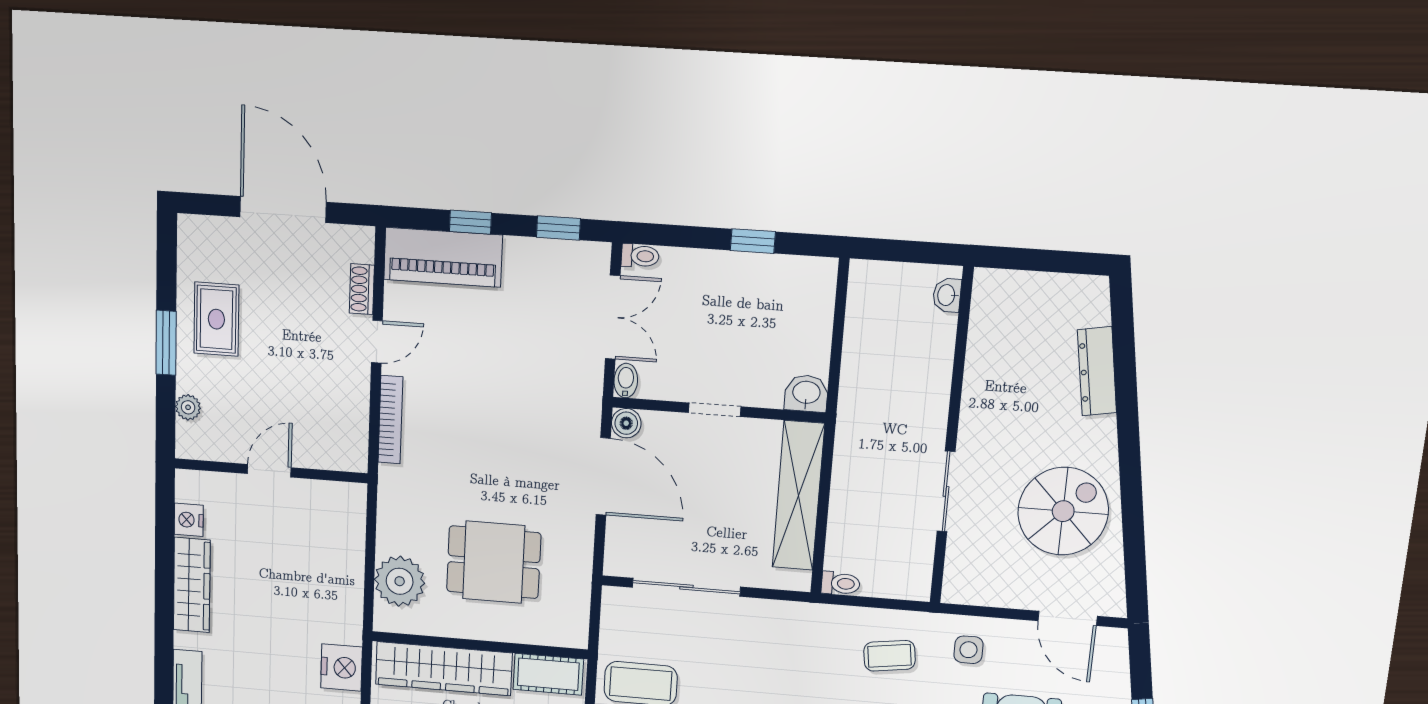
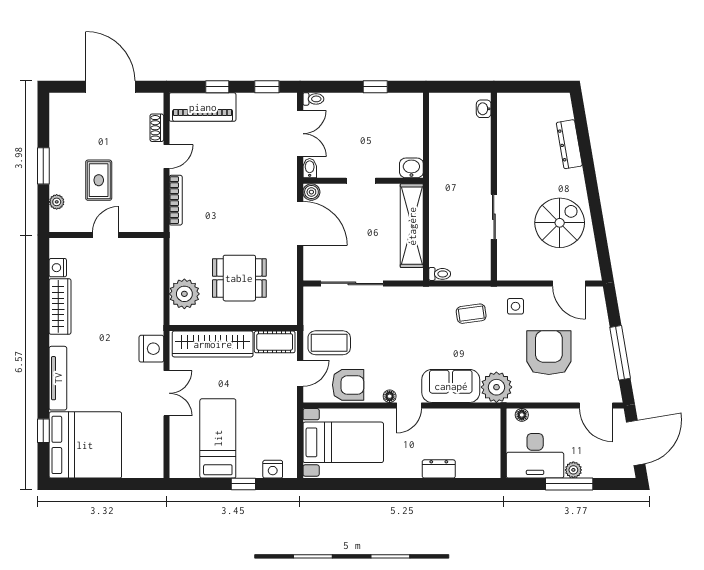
rug: (216, 319) -> (99, 180), moved

